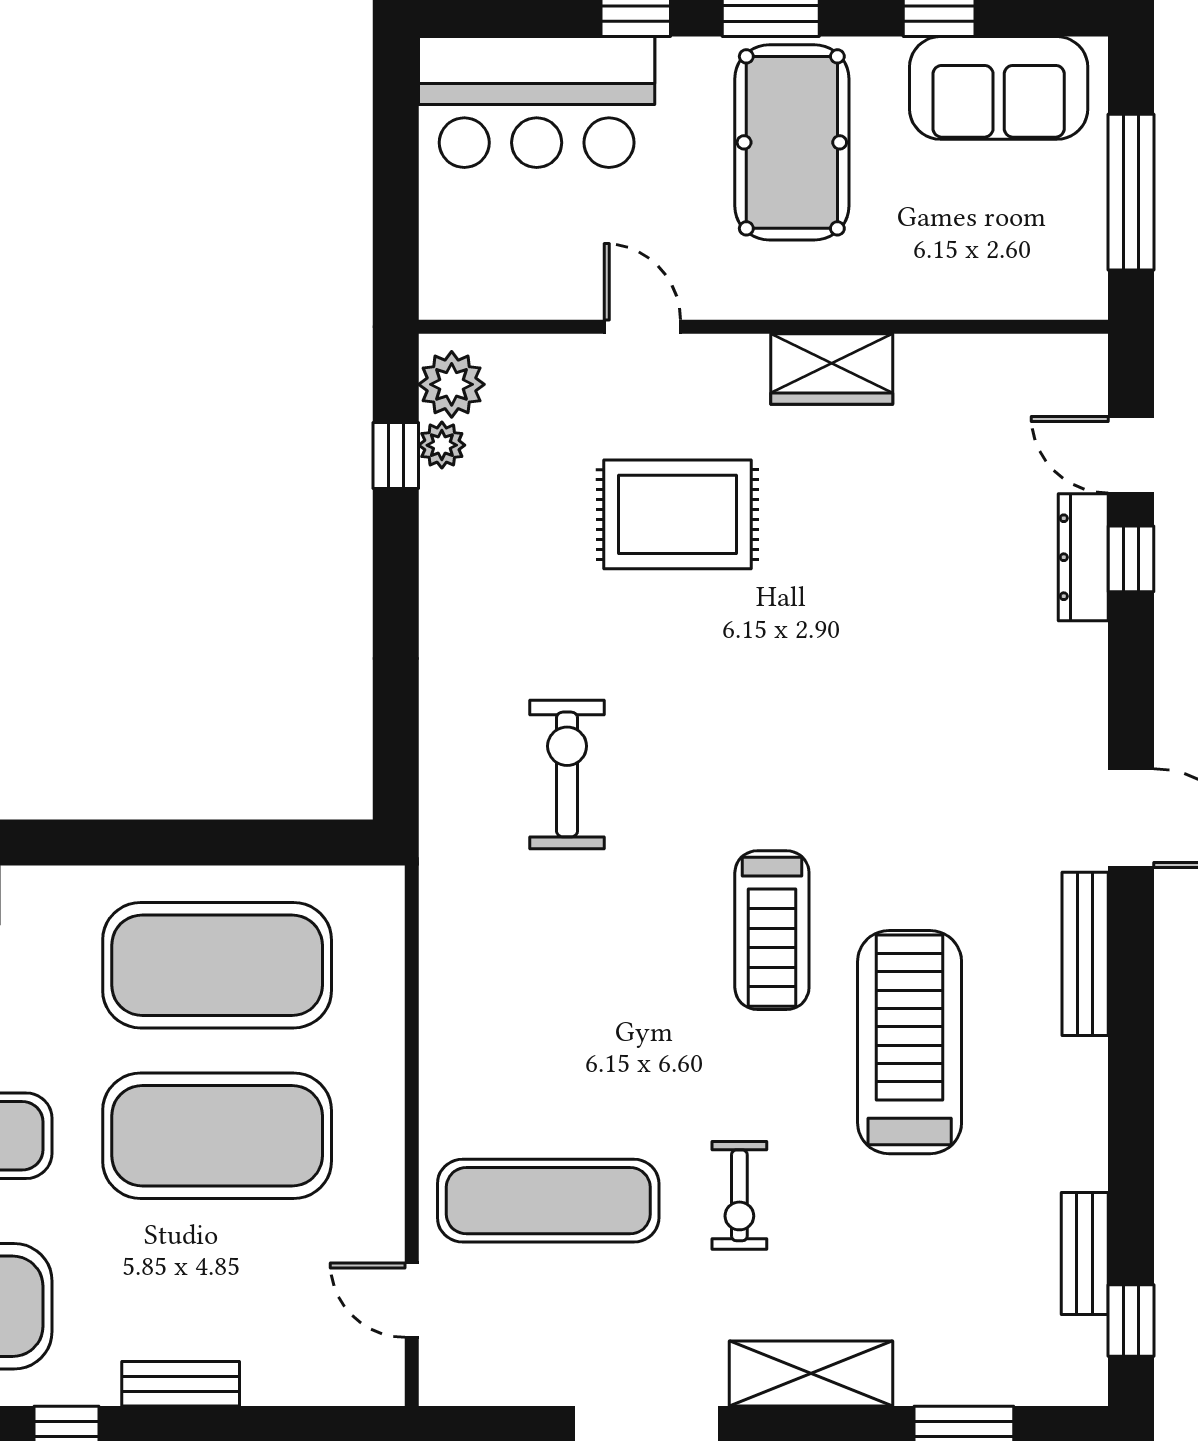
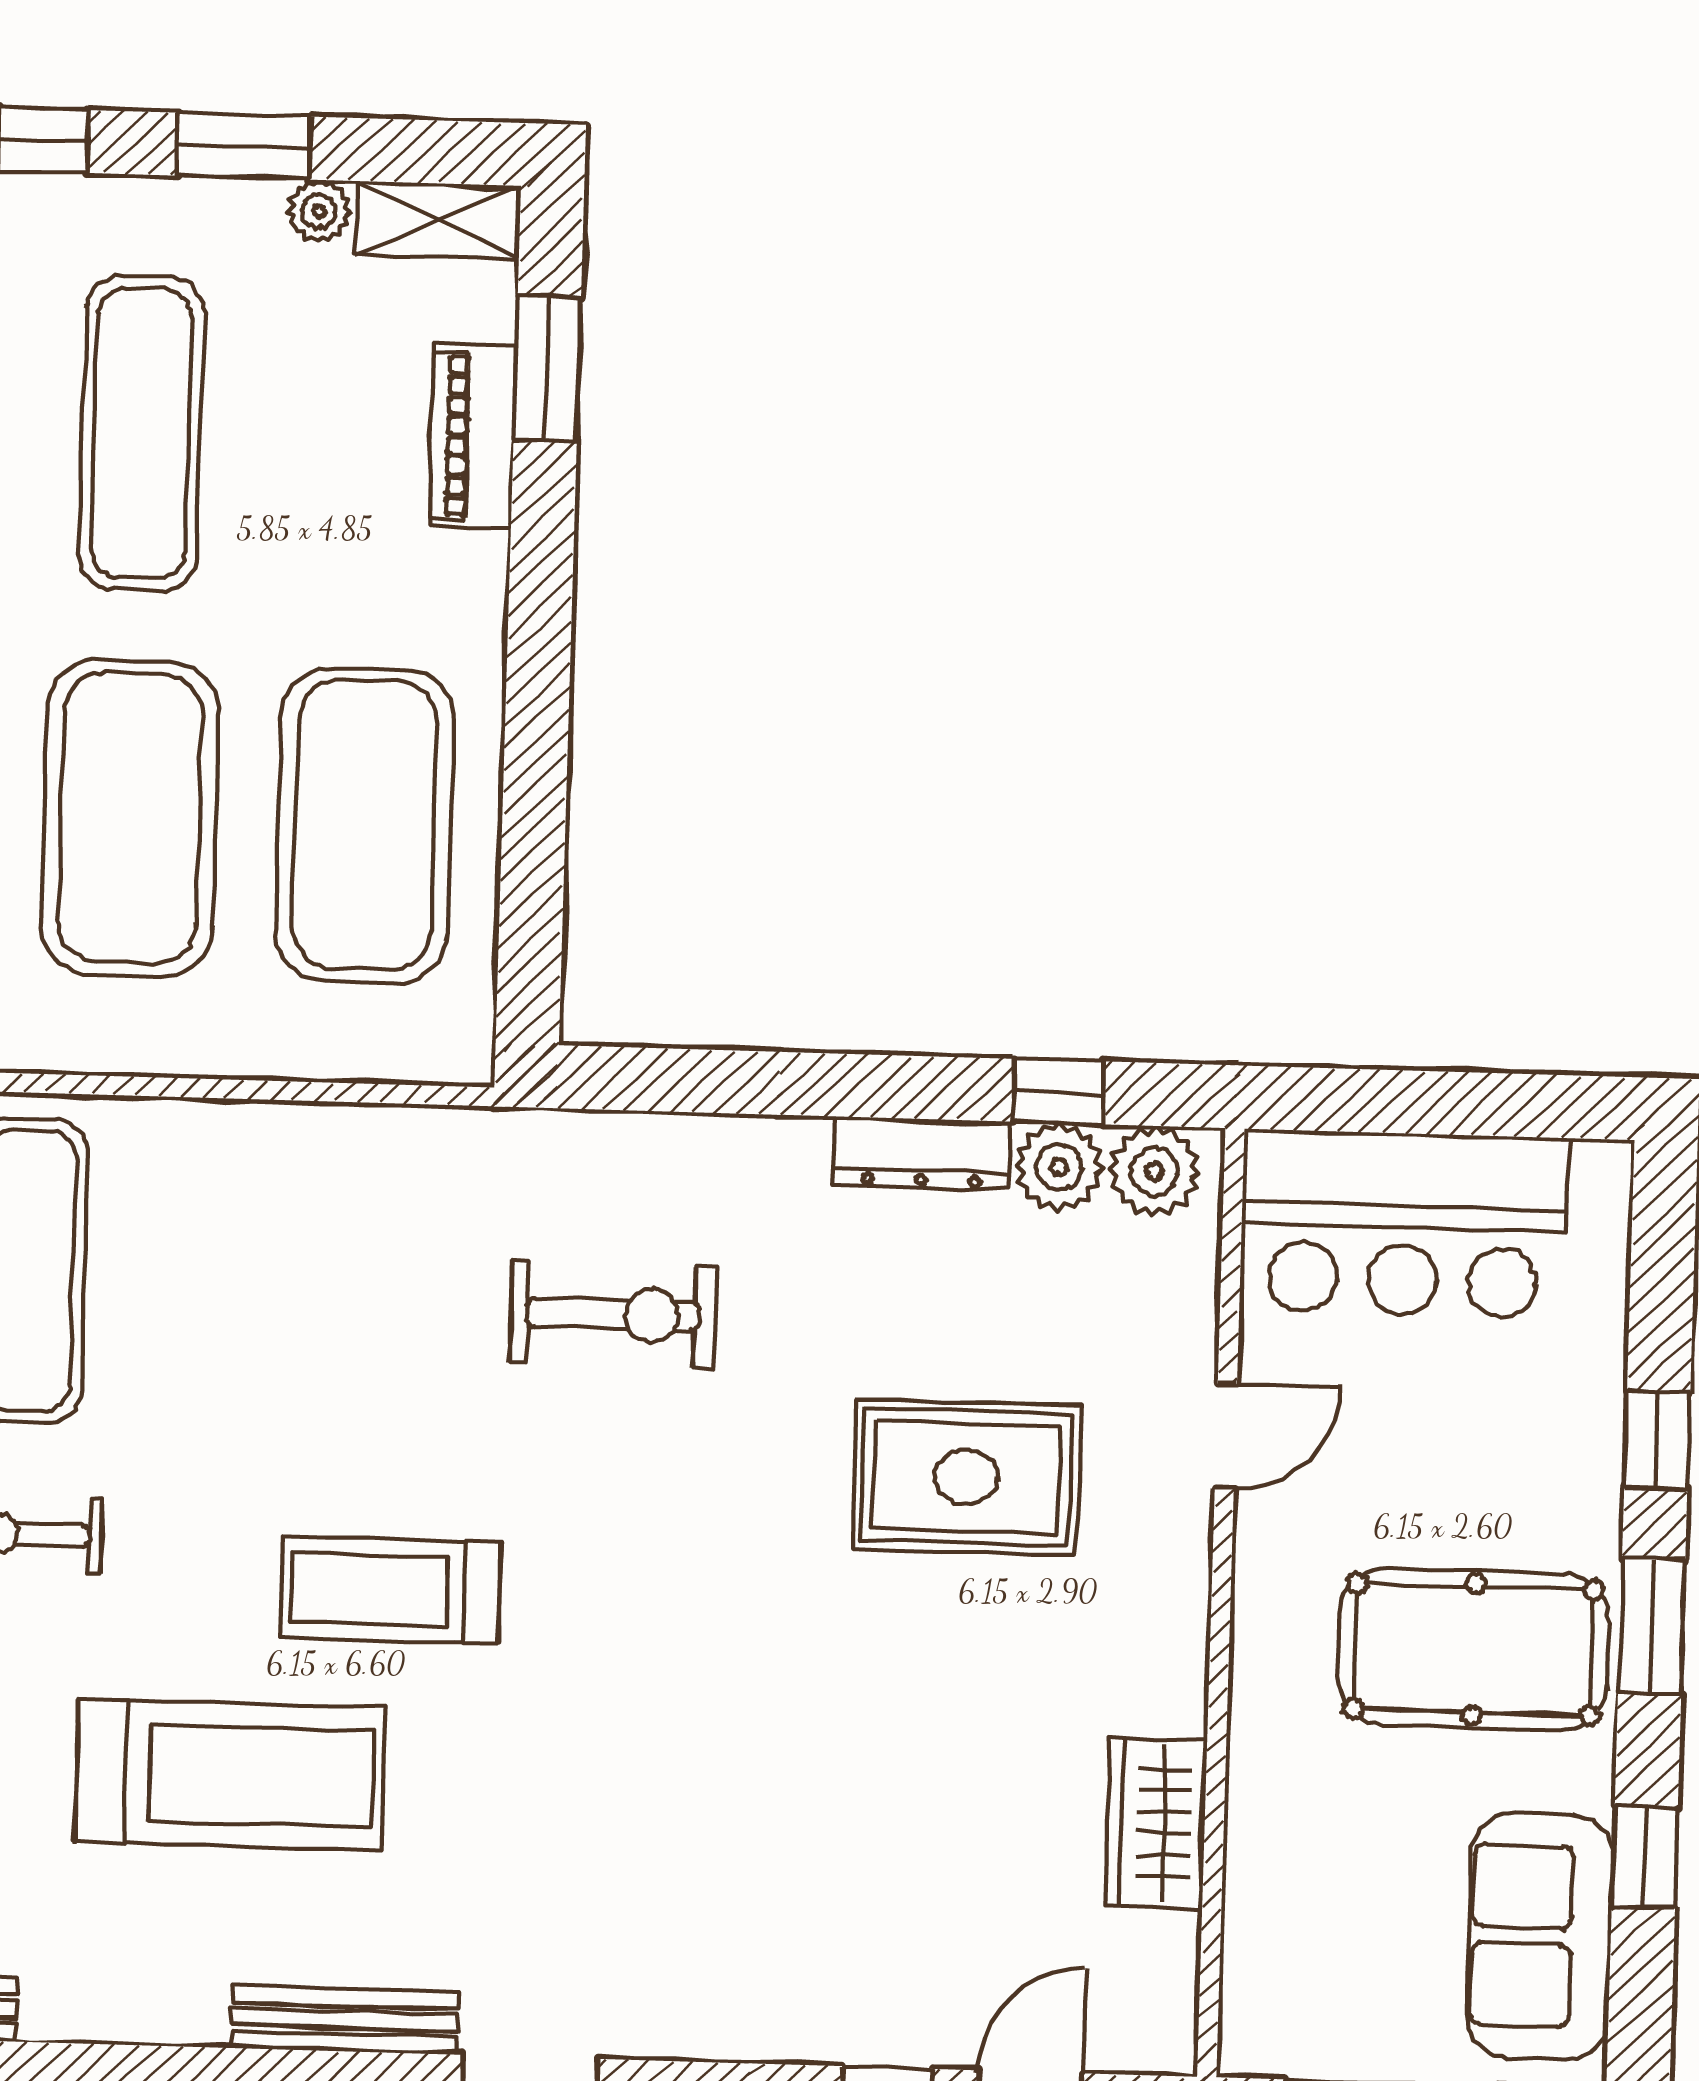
bar counter: (537, 102) -> (1404, 1224), moved, turned -90
wardrobe: (832, 369) -> (1156, 1823), moved
plant: (442, 445) -> (1059, 1167), width x1.38, depth x1.38
rug: (678, 514) -> (966, 1477), turned 90
dresser: (1083, 557) -> (922, 1153), moved, turned 180

